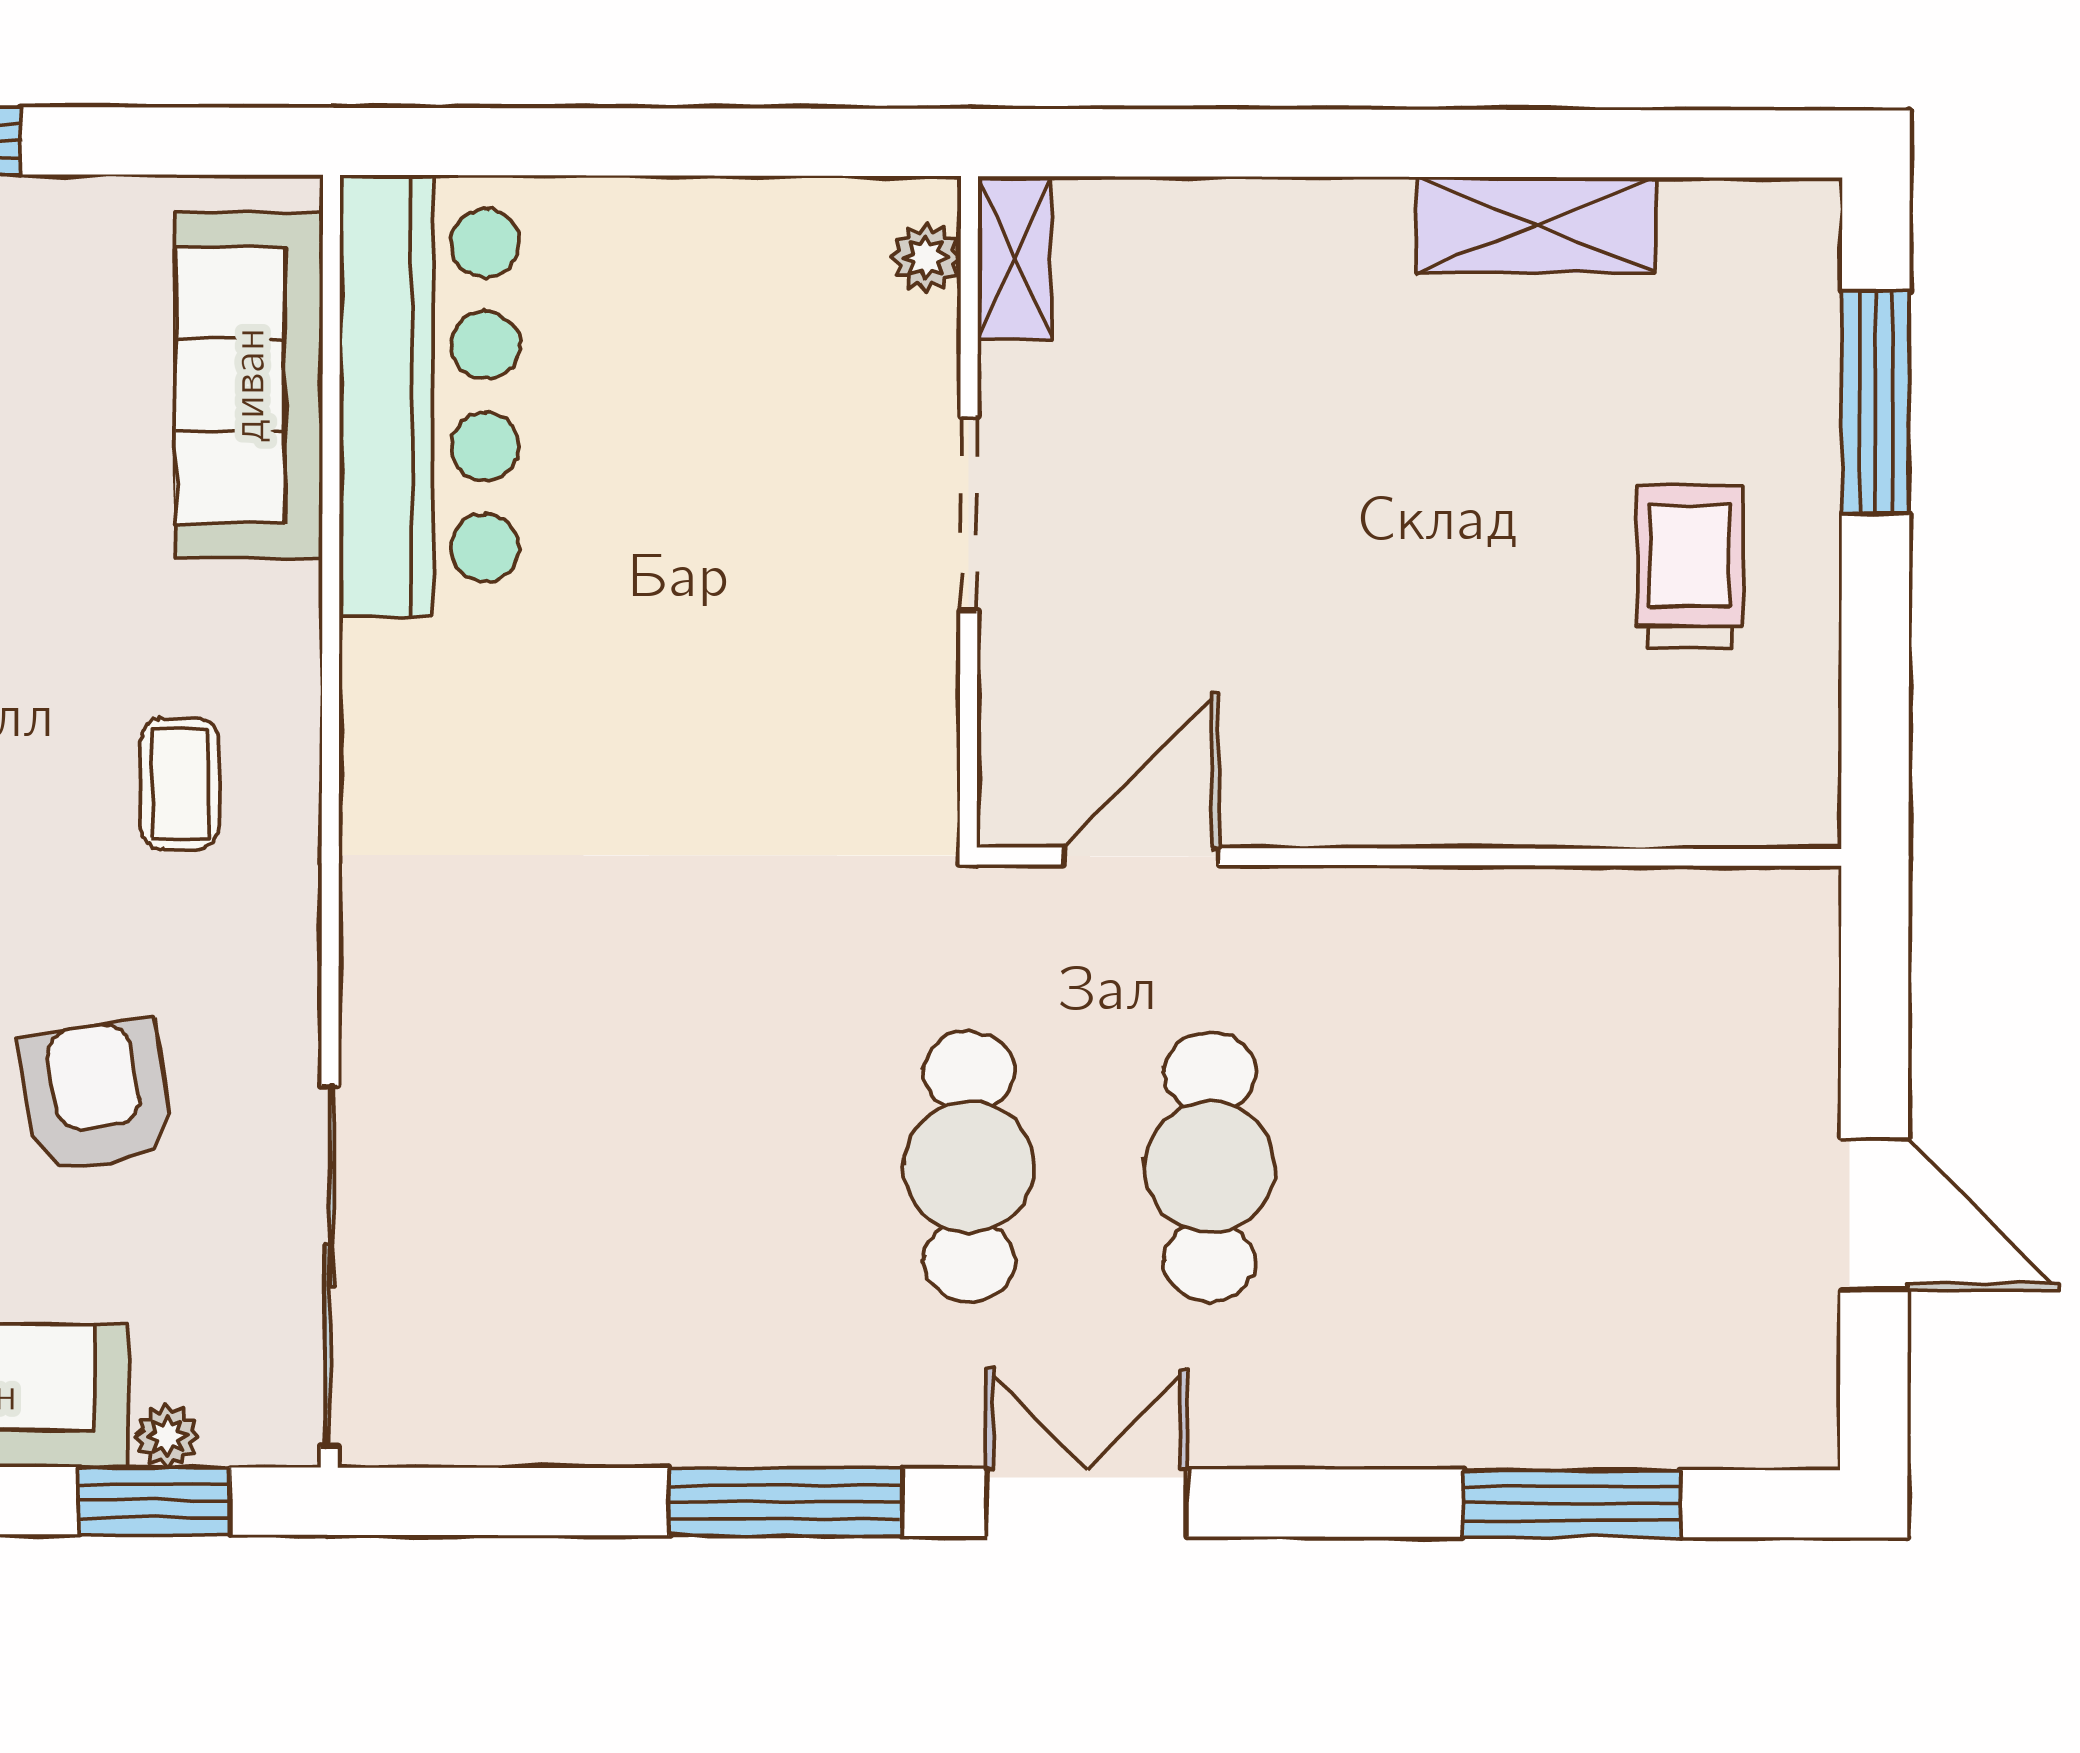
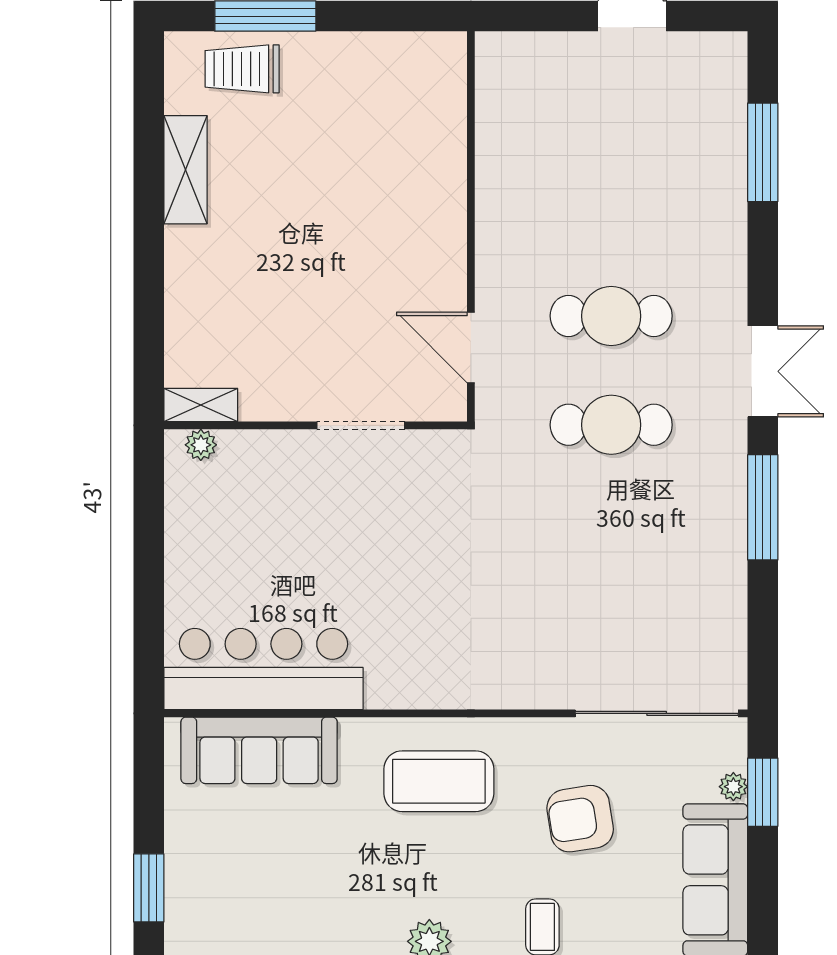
doorway: (969, 514) -> (361, 425), moved
trolley: (1690, 567) -> (242, 69), moved
coffee table: (180, 784) -> (439, 781), width x1.86, depth x1.72
double door: (1087, 1503) -> (763, 371), swing flipped

